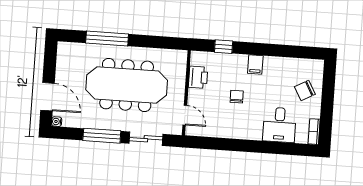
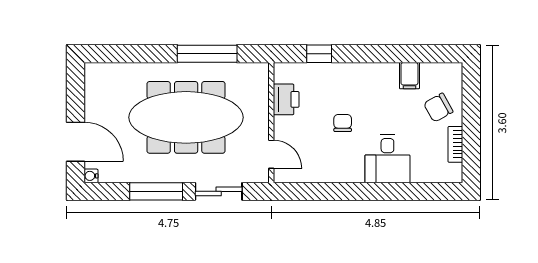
window: (107, 39) -> (207, 54), moved
filing cabinet: (255, 64) -> (409, 76), moved
desk: (279, 125) -> (387, 159), moved
bookcase: (314, 132) -> (455, 144), moved

